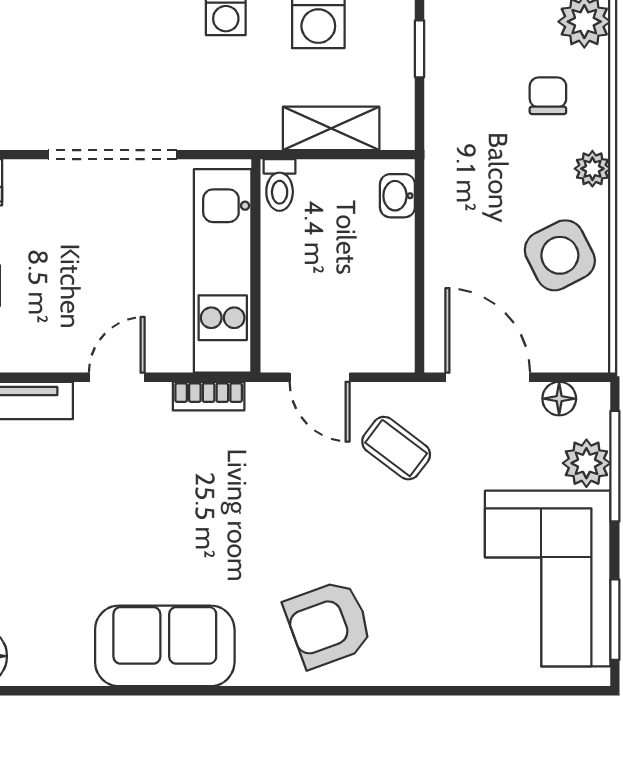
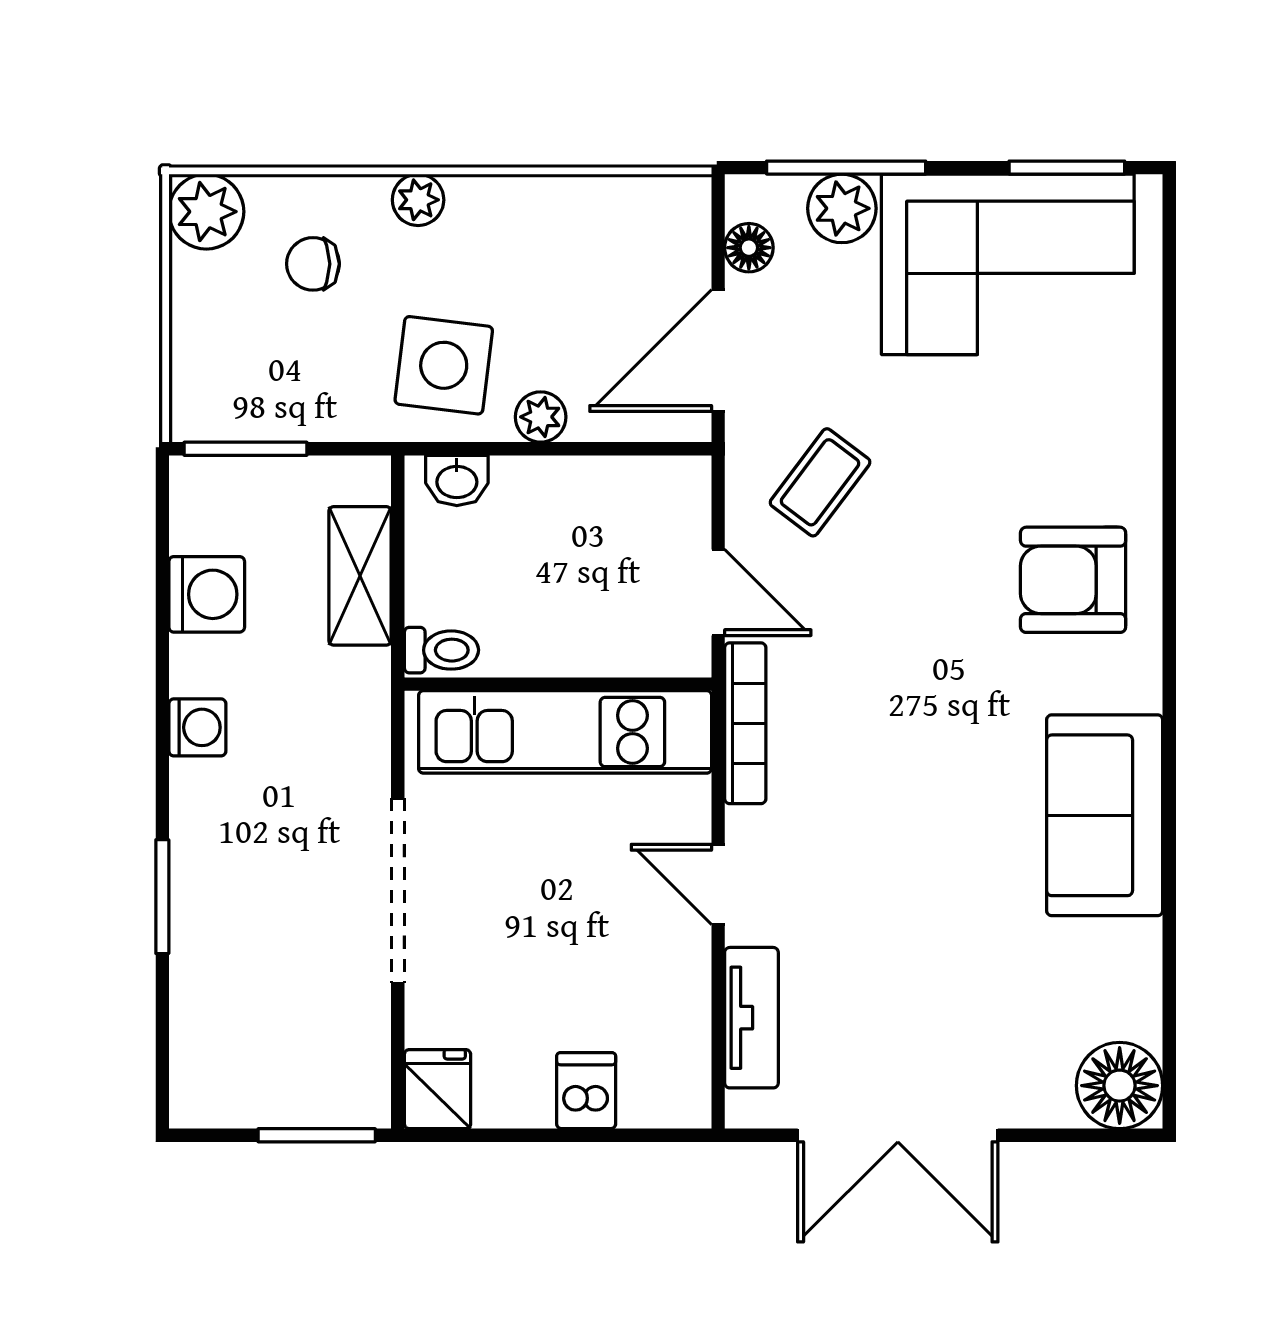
window: (419, 49) -> (245, 449), width x1.50
plant: (442, 254) -> (541, 417), added
side table: (560, 255) -> (444, 365), moved, turned 34
door: (320, 377) -> (718, 592), hinge flipped
bookcase: (209, 396) -> (745, 723), width x1.56
armchair: (328, 624) -> (1073, 580), turned 110

